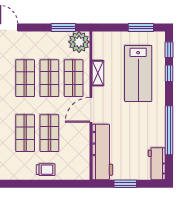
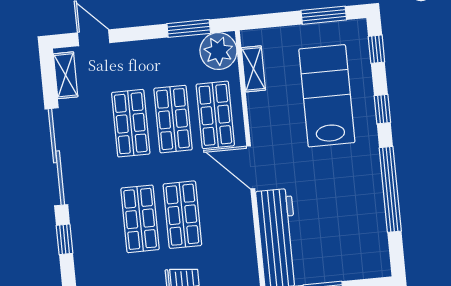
shelving: (98, 73) -> (253, 69), moved
lab bench: (138, 73) -> (327, 96), turned 180
window: (169, 73) -> (382, 109), moved
door: (91, 110) -> (251, 167), hinge flipped
workbench: (157, 164) -> (375, 250), removed

